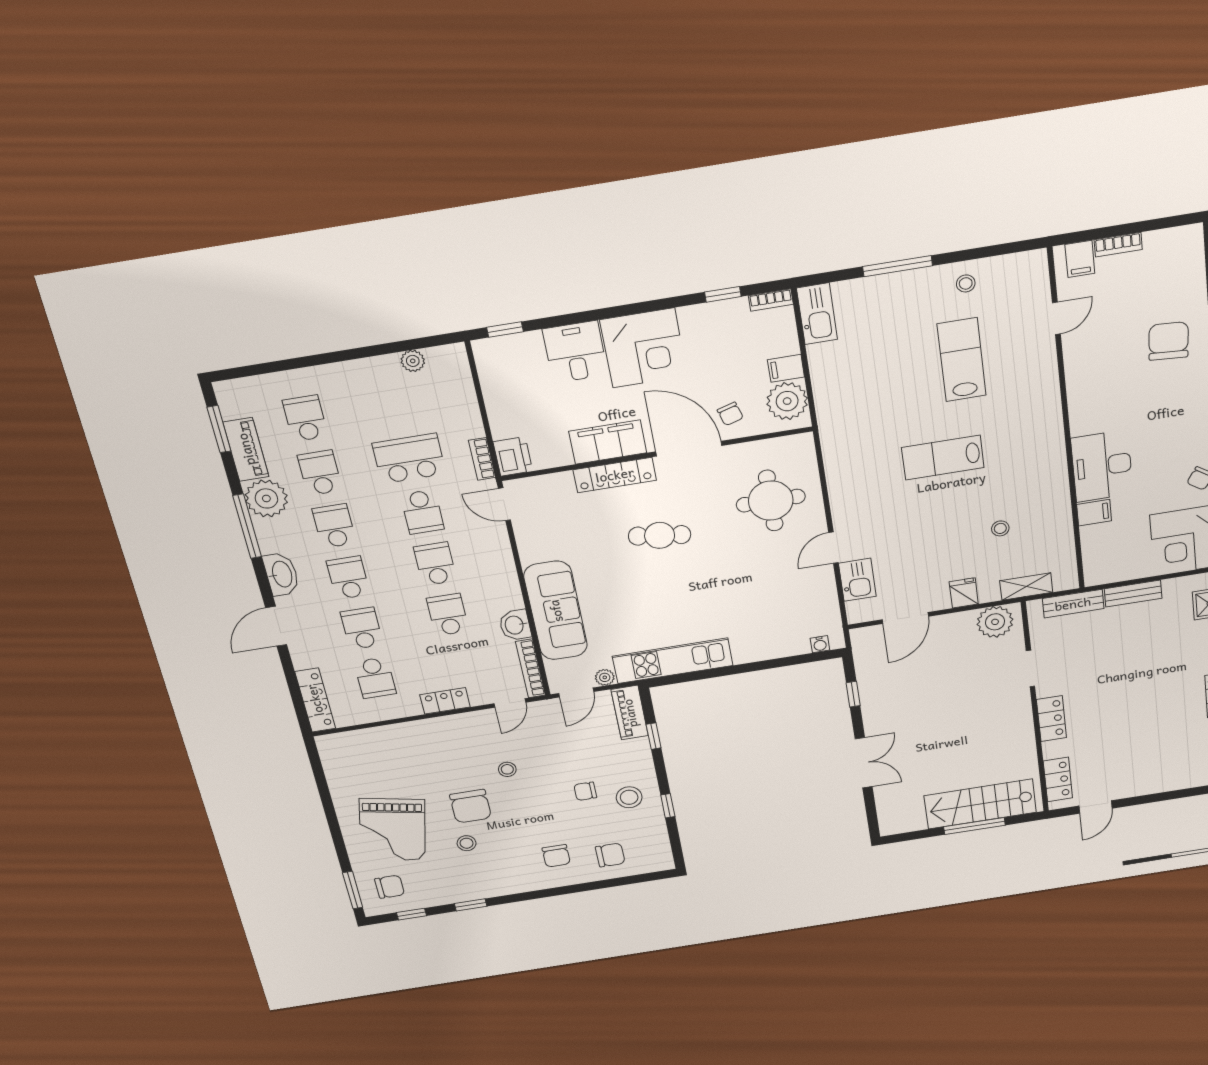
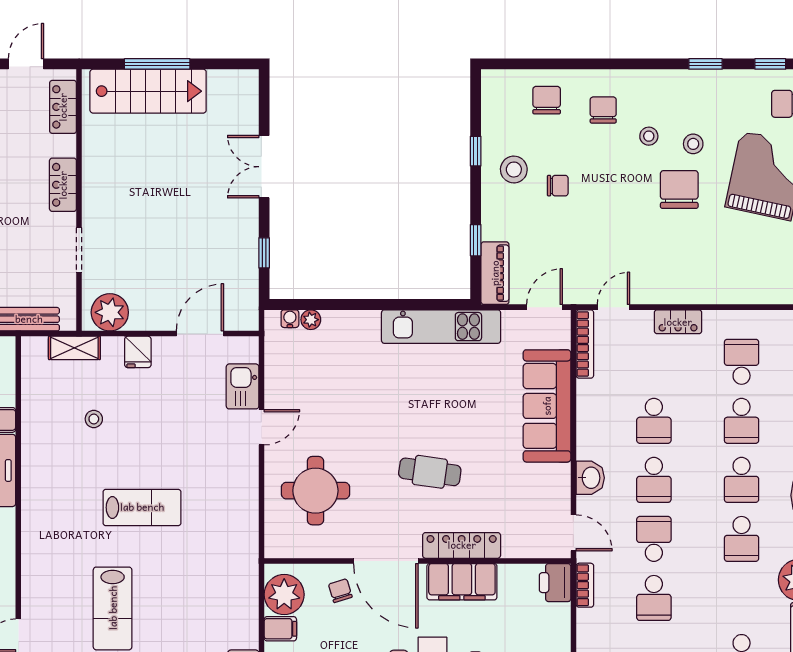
school desk: (409, 459) -> (654, 598), width x0.54
school desk: (320, 473) -> (742, 598), removed
washbasin: (515, 625) -> (590, 478), moved
plant: (605, 677) -> (311, 320), moved
stool: (507, 769) -> (649, 136), moved
chair: (610, 855) -> (547, 100), turned 90

